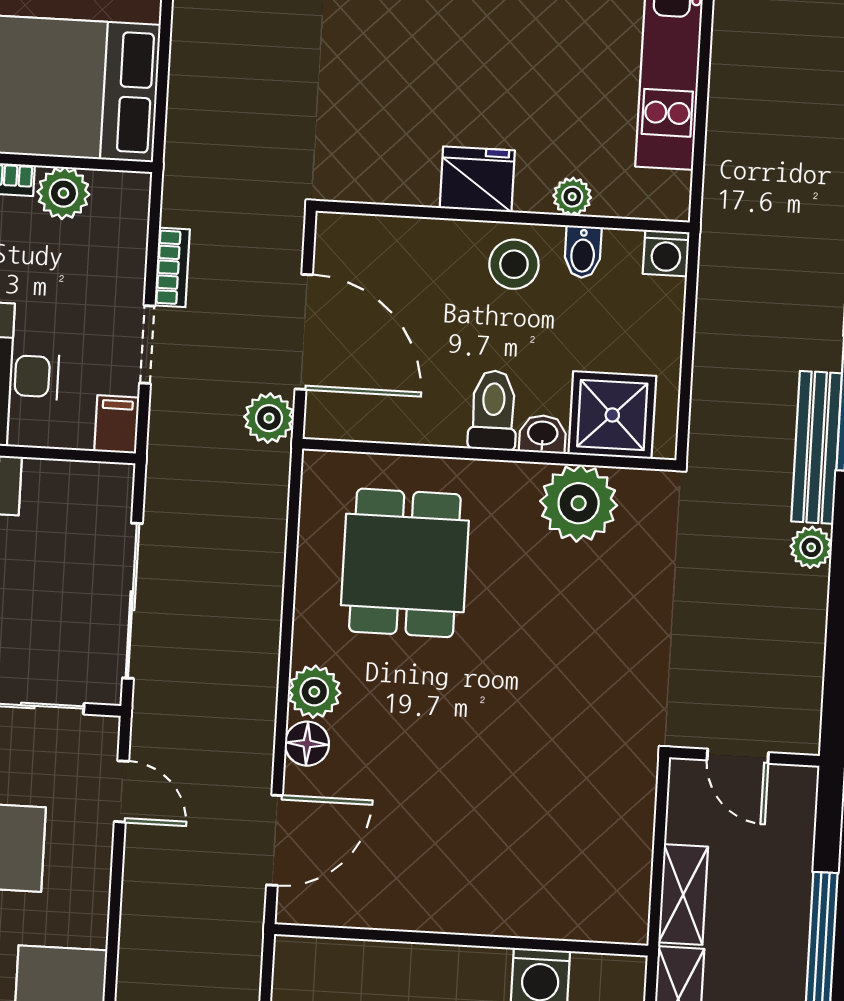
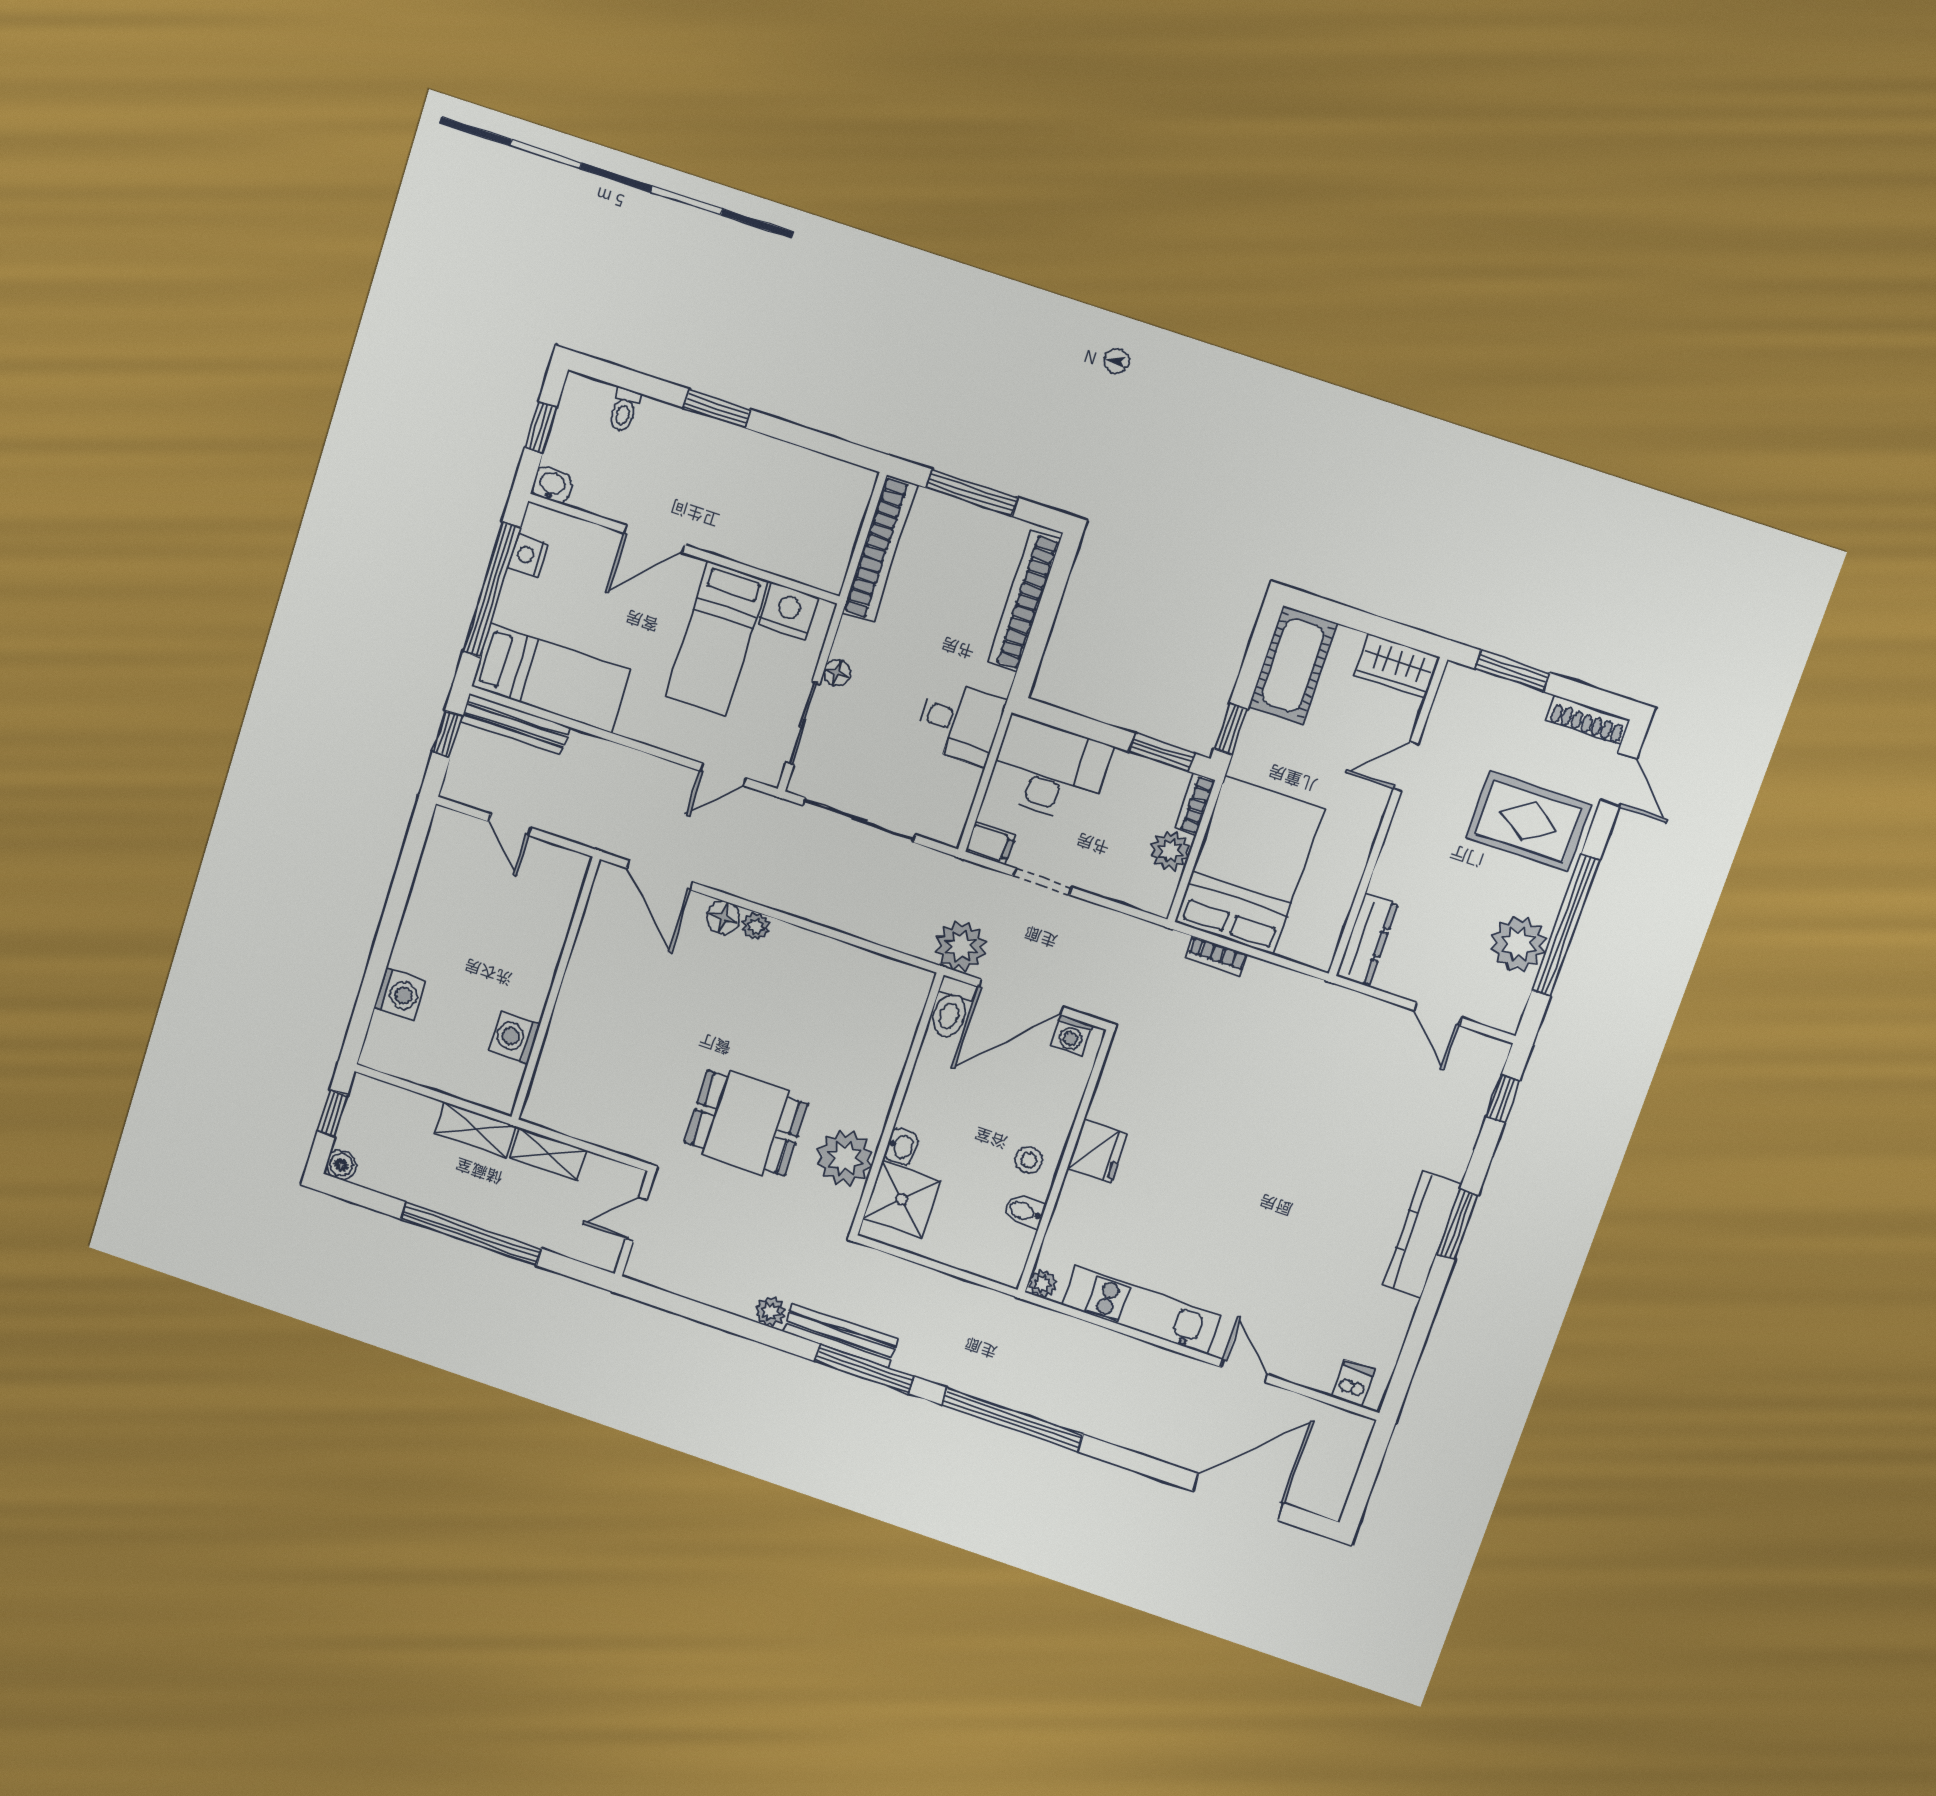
plant: (572, 197) -> (1043, 1284), moved
washing machine: (666, 253) -> (1072, 1035), moved, turned -90
stool: (514, 264) -> (1029, 1160), width x0.73, depth x0.73
bookcase: (172, 267) -> (1217, 956), moved
toilet: (493, 410) -> (952, 1008), moved, turned 90
plant: (269, 418) -> (961, 946), width x1.36, depth x1.36
dining table: (405, 563) -> (746, 1123), moved
plant: (314, 692) -> (756, 926), width x0.73, depth x0.73

